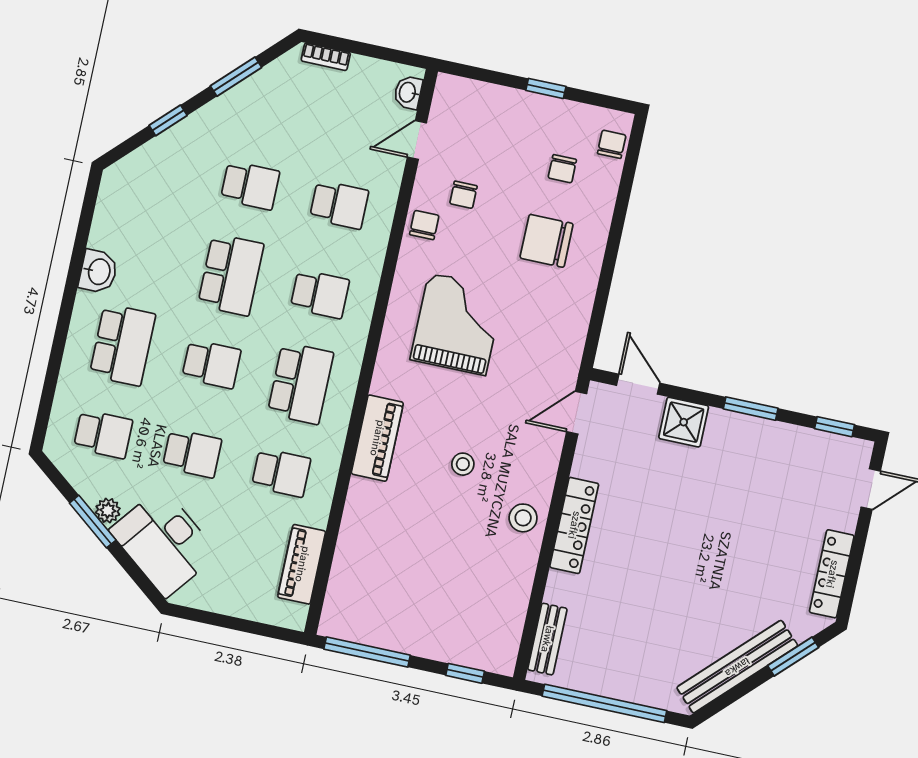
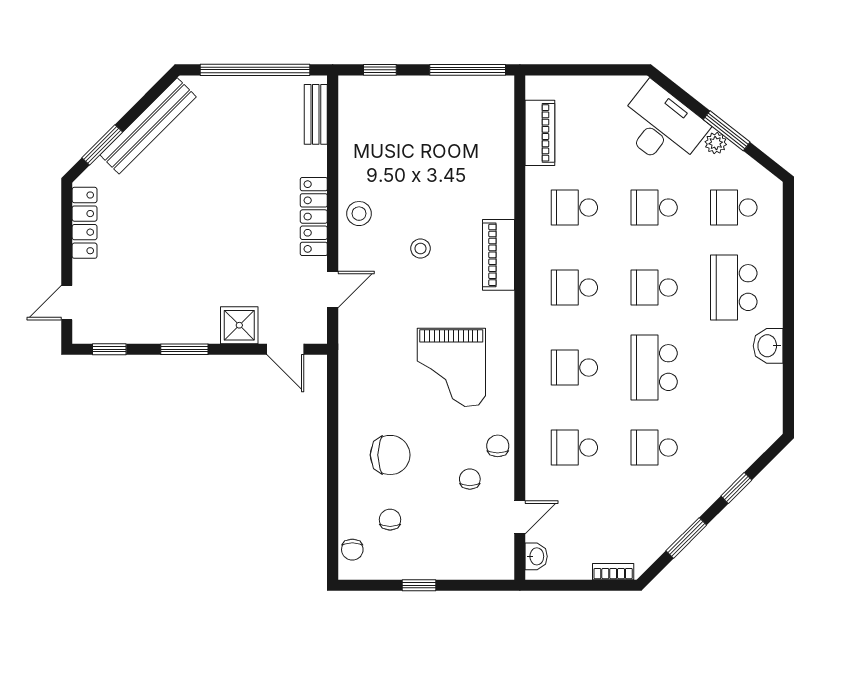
chair: (424, 225) -> (498, 446), turned 180
school desk: (300, 383) -> (574, 288), width x0.54
door: (577, 413) -> (333, 289), moved

